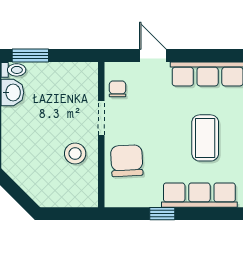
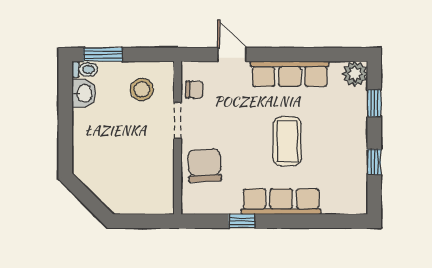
chair: (117, 89) -> (195, 90), turned 90
stool: (75, 154) -> (142, 89), moved

